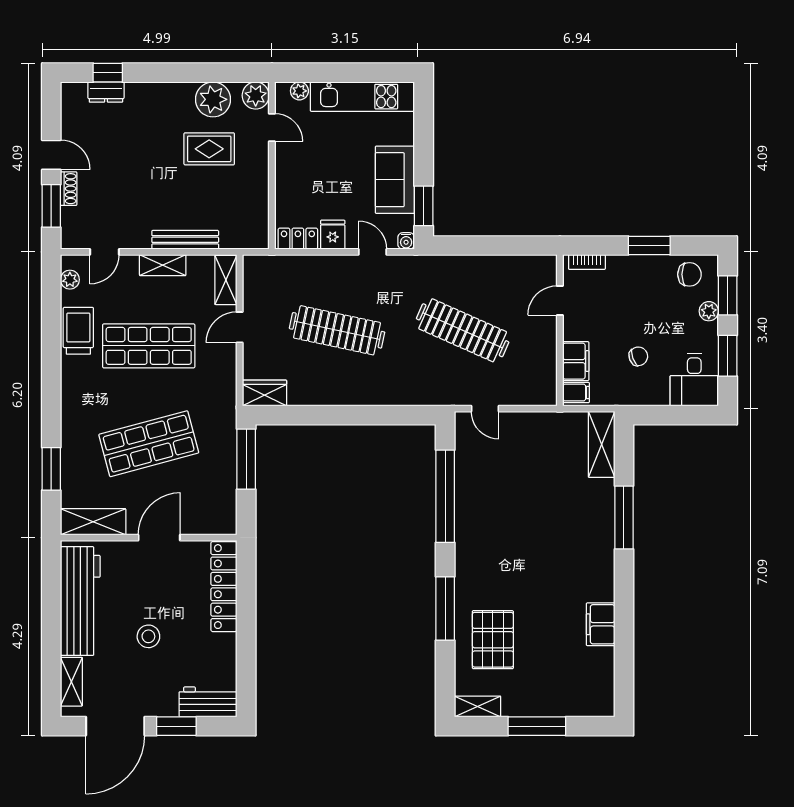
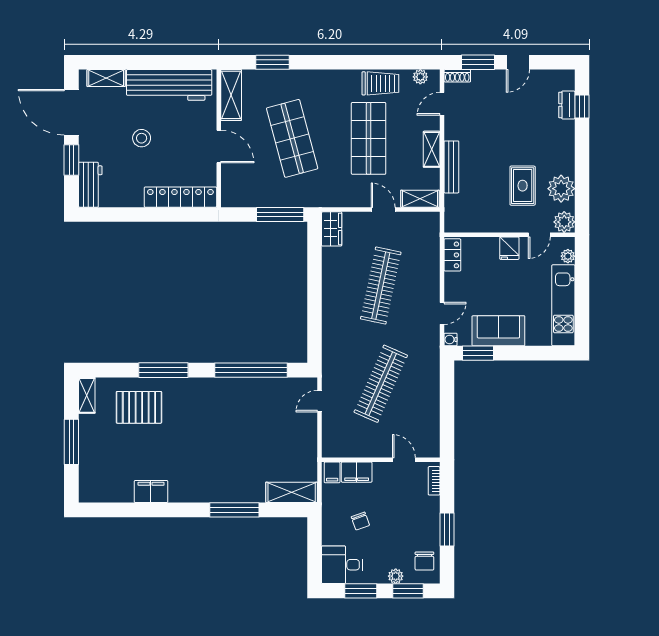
shoe rack: (69, 189) -> (457, 76), moved
fridge: (333, 235) -> (509, 248), moved, turned 90
door: (105, 252) -> (442, 104), hinge flipped

